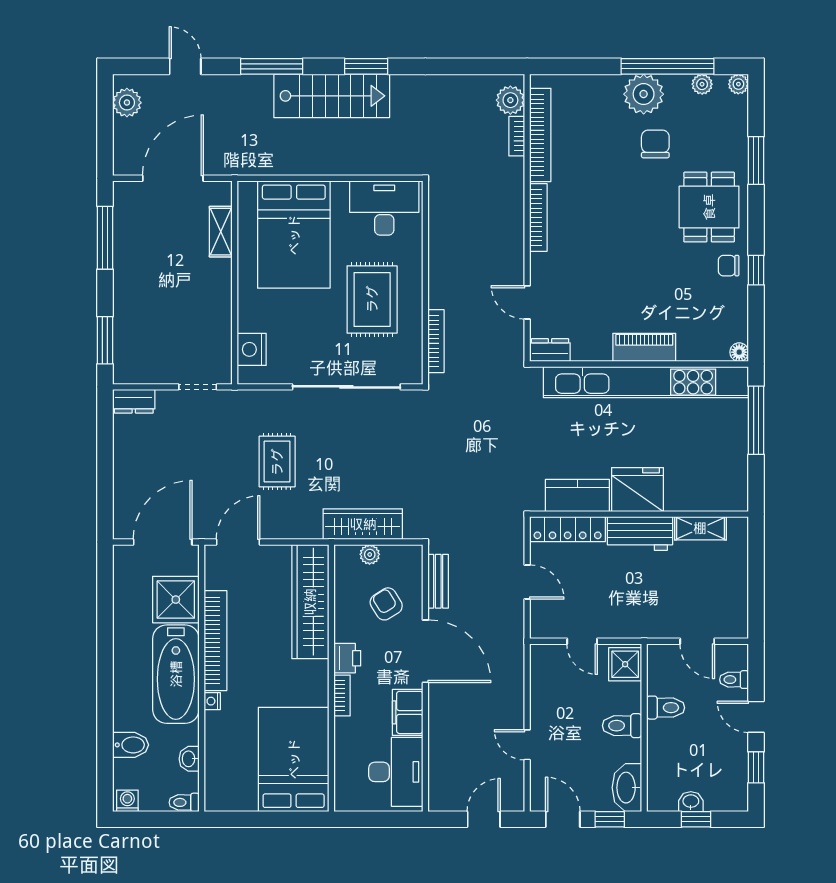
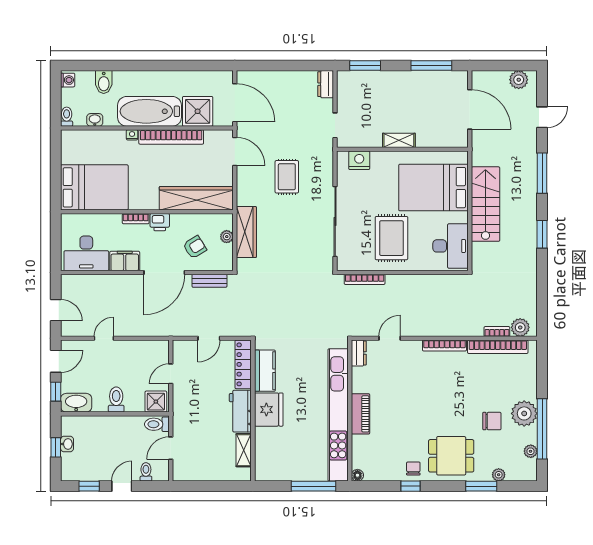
plant: (738, 84) -> (499, 475), moved
stairs: (332, 96) -> (485, 204), moved, turned 180
shelving: (221, 232) -> (399, 140), moved
rug: (372, 299) -> (391, 238), turned 90
rug: (277, 462) -> (287, 177), turned 90
toilet: (666, 708) -> (157, 424), moved, turned 90

